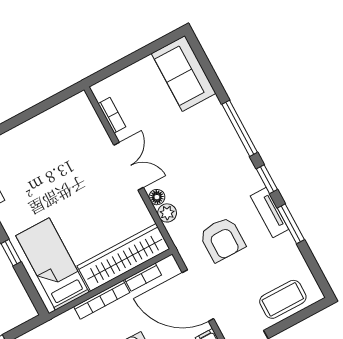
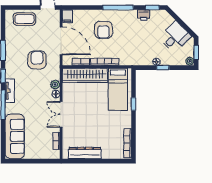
sofa: (184, 73) -> (15, 136), width x1.36
dresser: (50, 121) -> (85, 153), added
tv unit: (270, 213) -> (10, 91), moved

